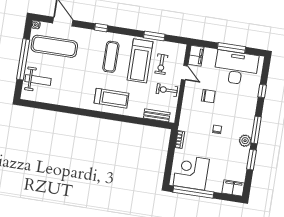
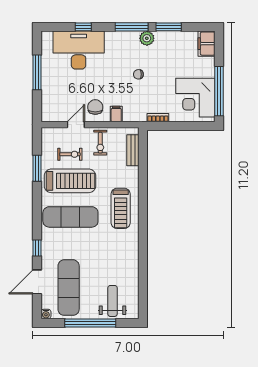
window: (101, 28) -> (37, 248), moved
filing cabinet: (196, 56) -> (116, 114), moved, width x0.50
exercise mat: (111, 57) -> (70, 217), width x1.36, depth x1.45
desk: (236, 68) -> (79, 50), moved, turned 90
chair: (208, 96) -> (95, 107), moved
treadmill: (111, 98) -> (121, 208), turned 180

